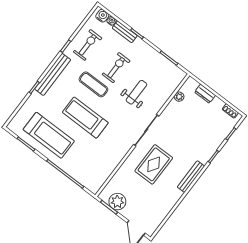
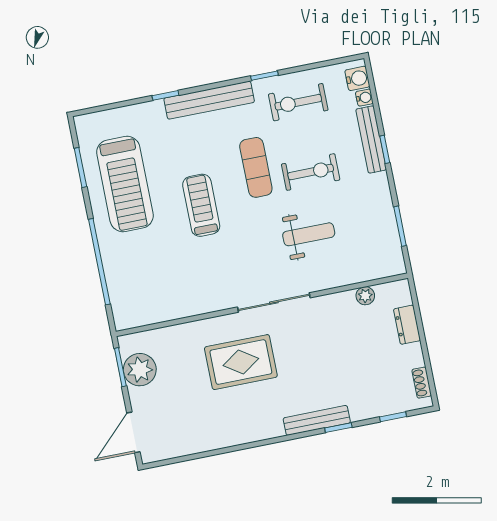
bench: (125, 32) -> (371, 139), width x1.36
exercise bike: (88, 45) -> (298, 102), turned 180
treadmill: (85, 118) -> (201, 205), width x0.73, depth x0.73
bench: (191, 177) -> (317, 420), moved

